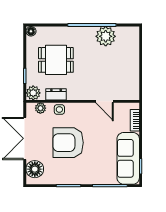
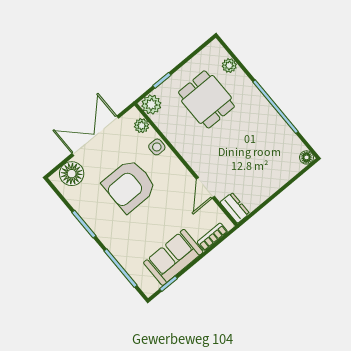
floor lamp: (31, 31) -> (307, 157), moved
plant: (106, 36) -> (229, 65), moved, width x0.53, depth x0.53
dresser: (56, 94) -> (235, 208), moved
armchair: (68, 143) -> (129, 186), turned -90
sofa: (128, 158) -> (173, 257), width x0.73

